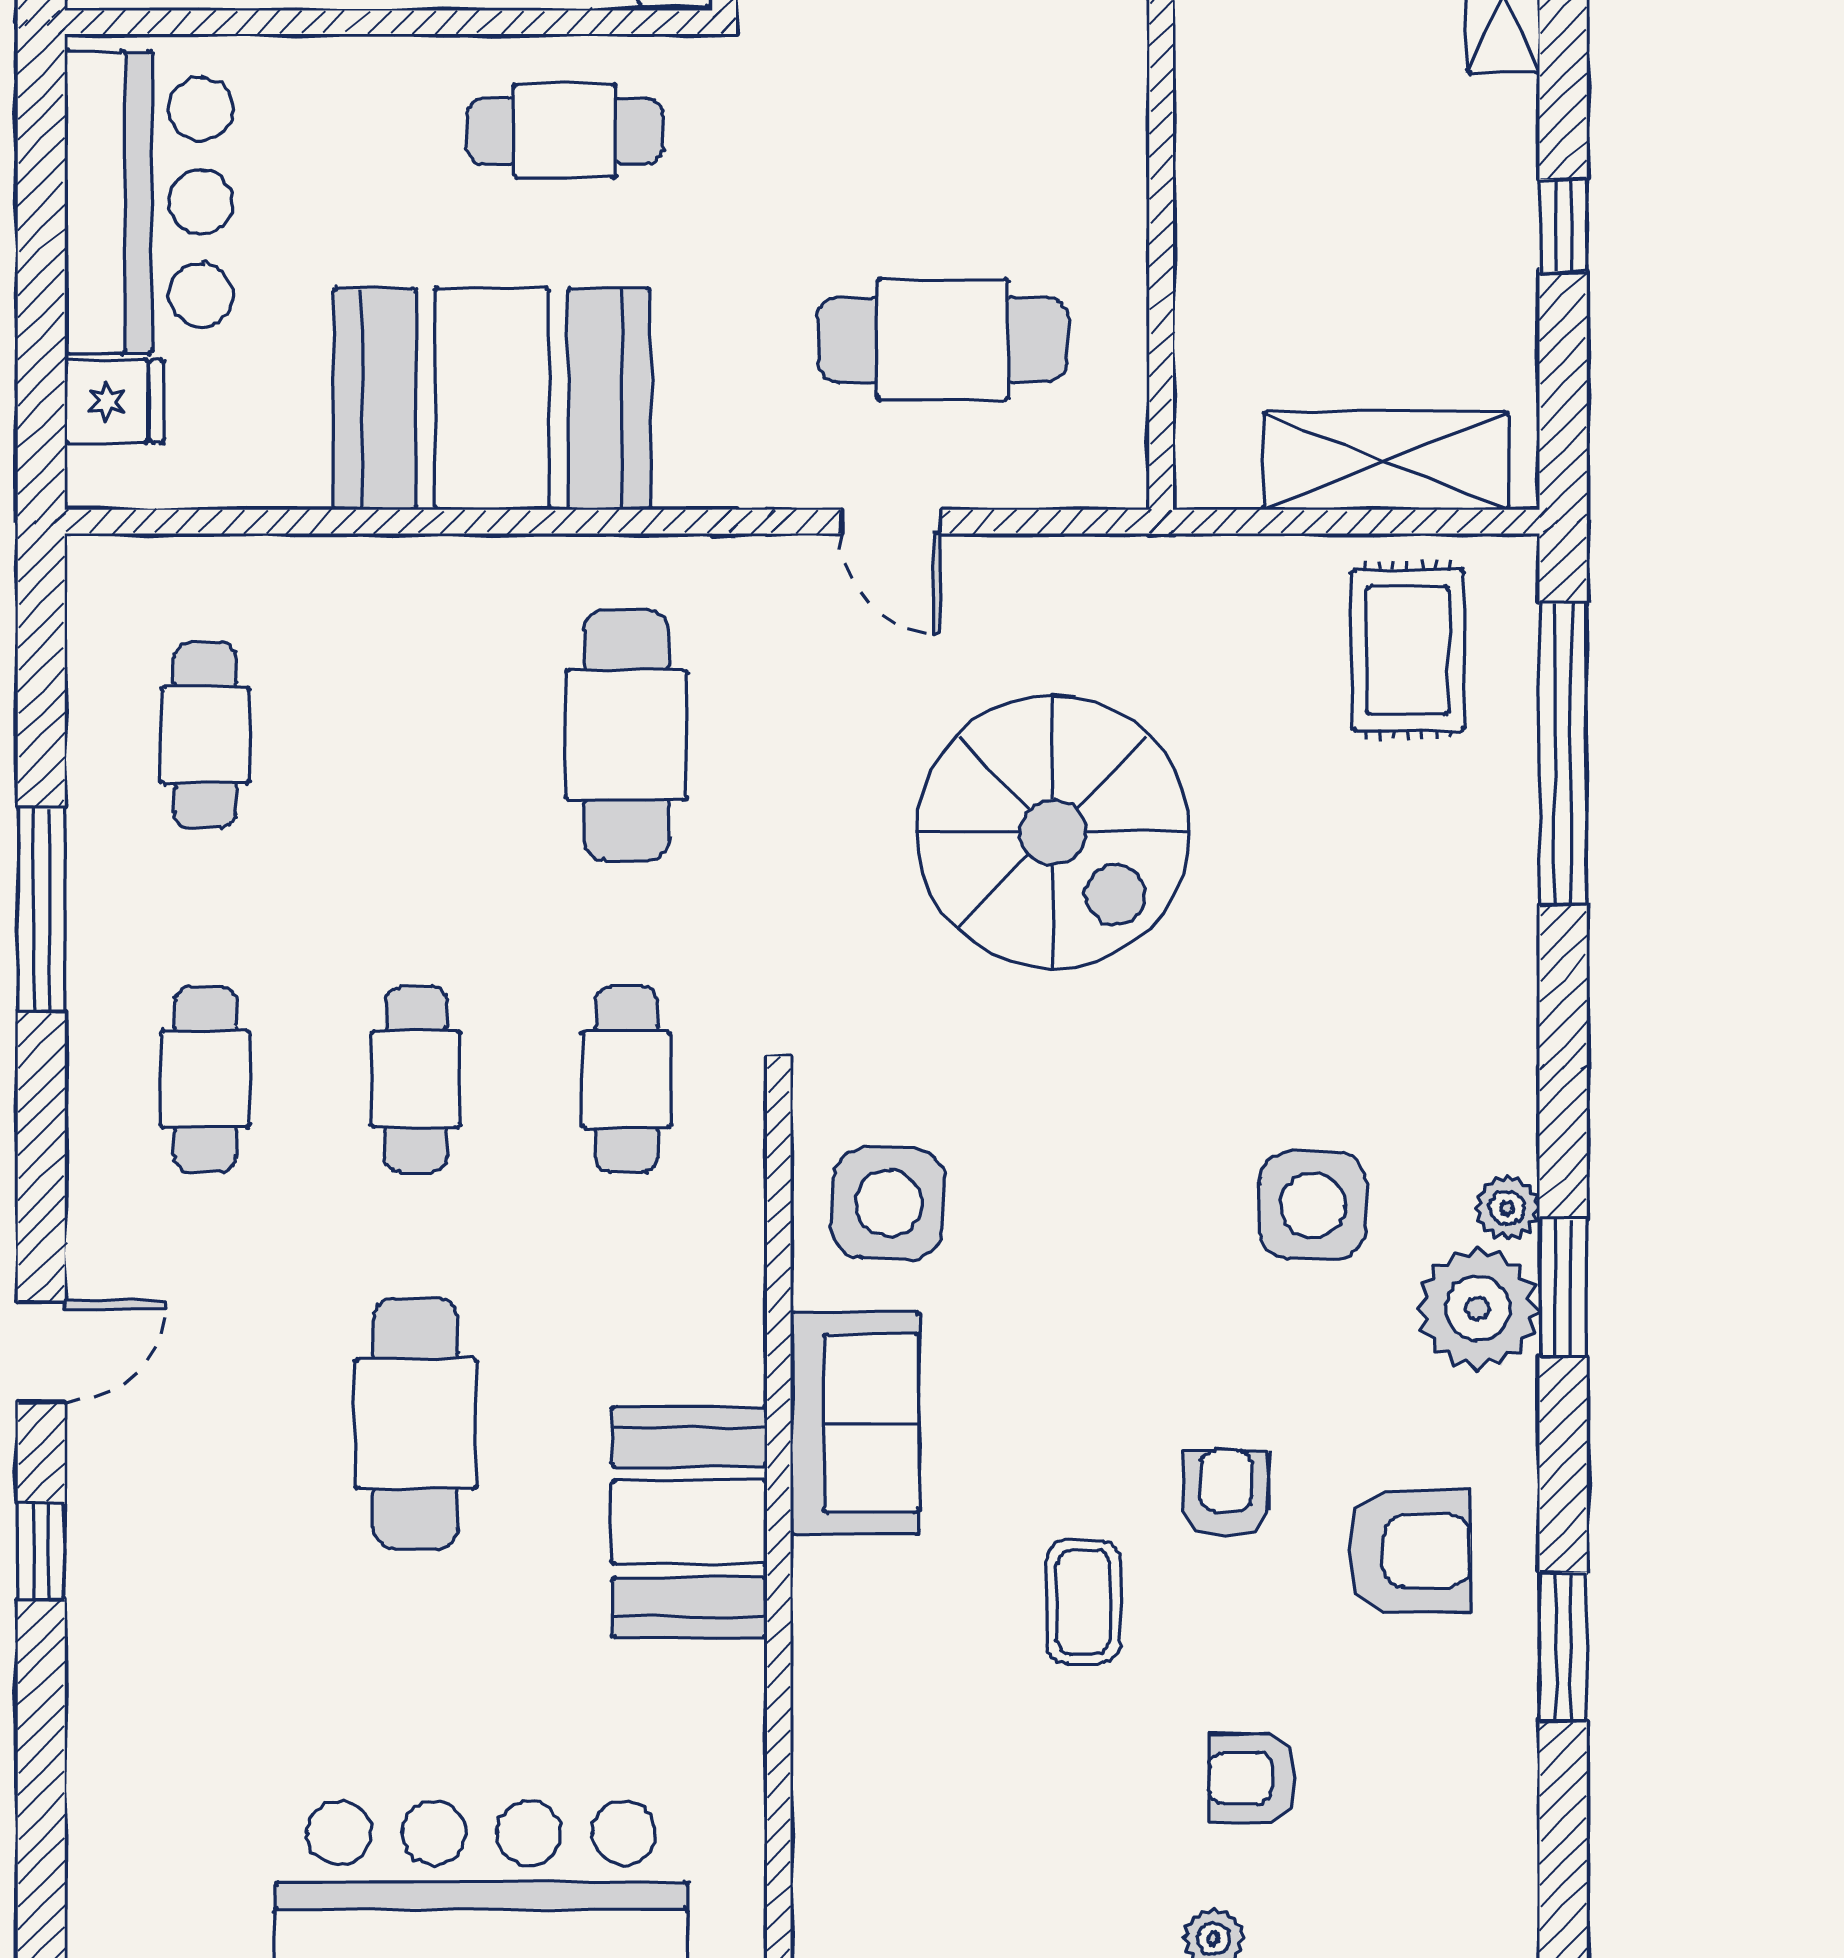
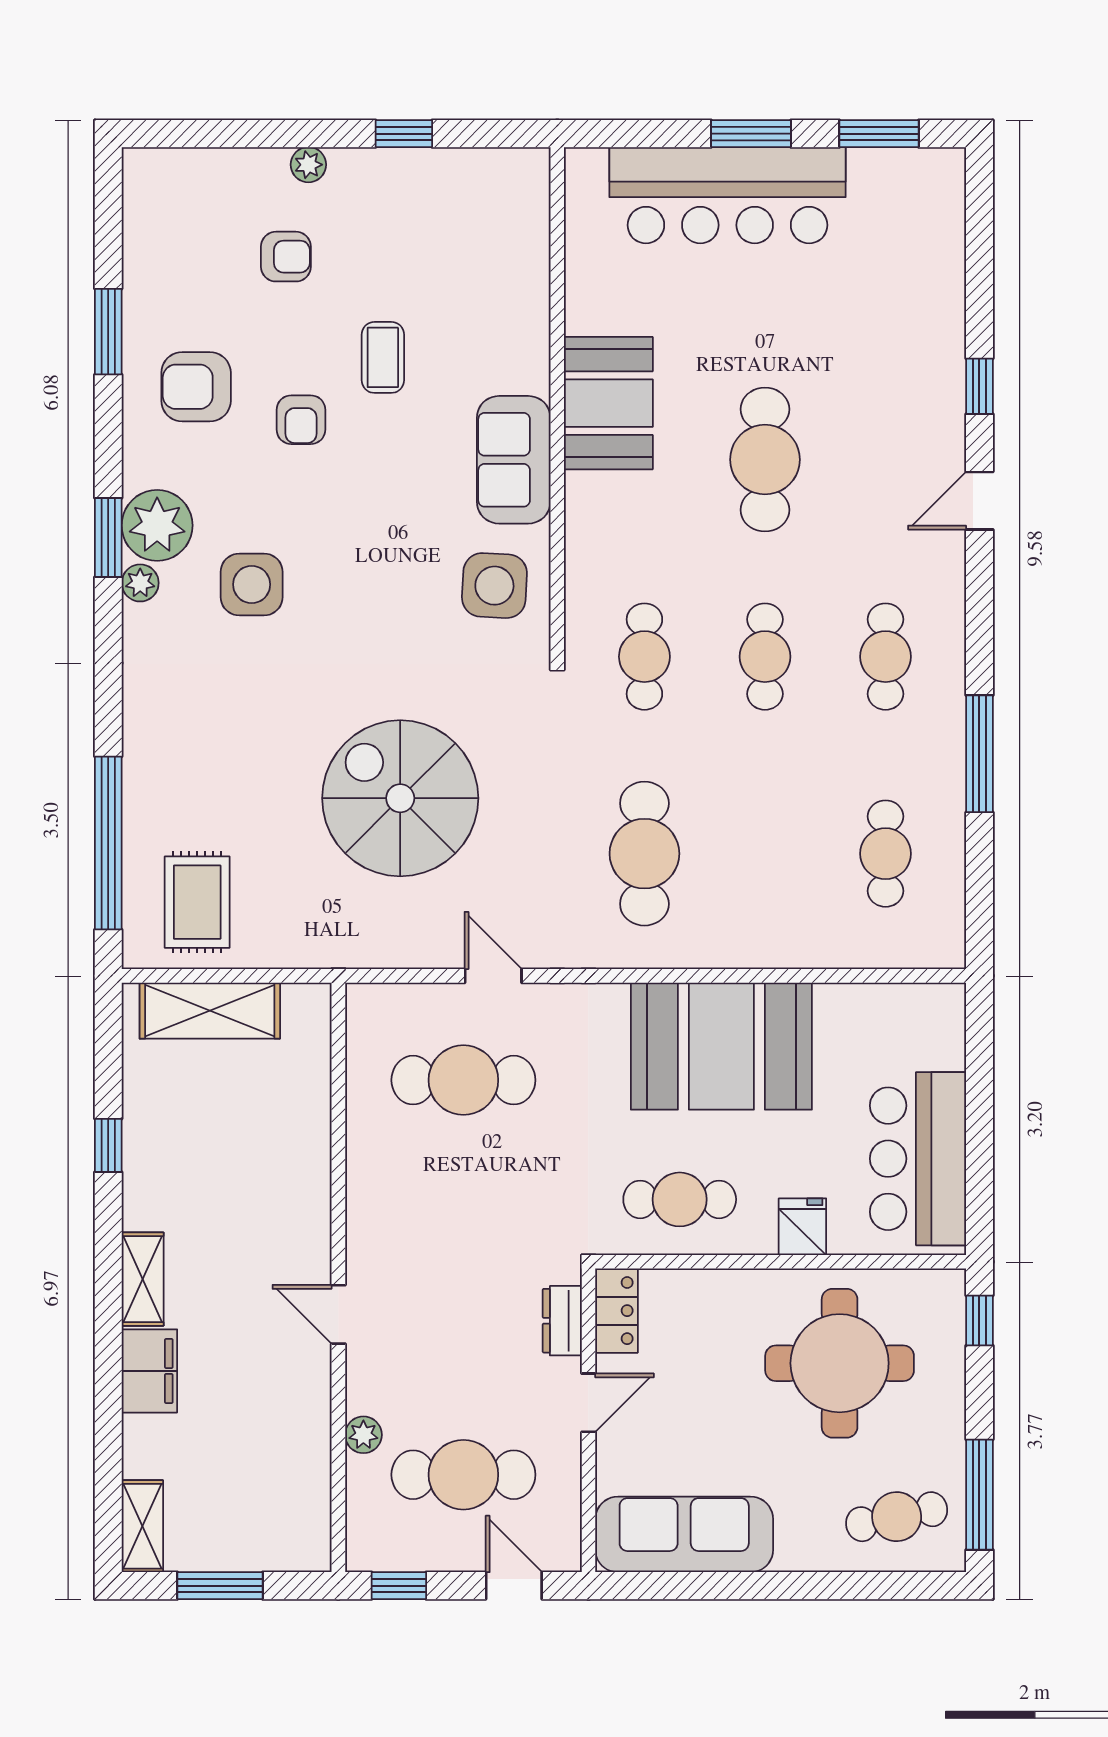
fridge: (114, 401) -> (802, 1227), moved, turned 90

